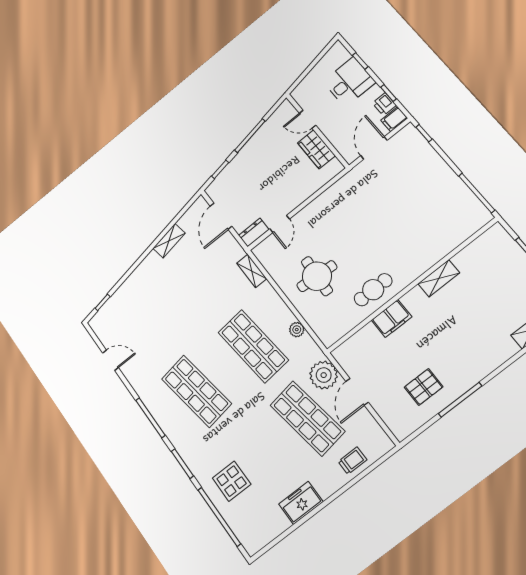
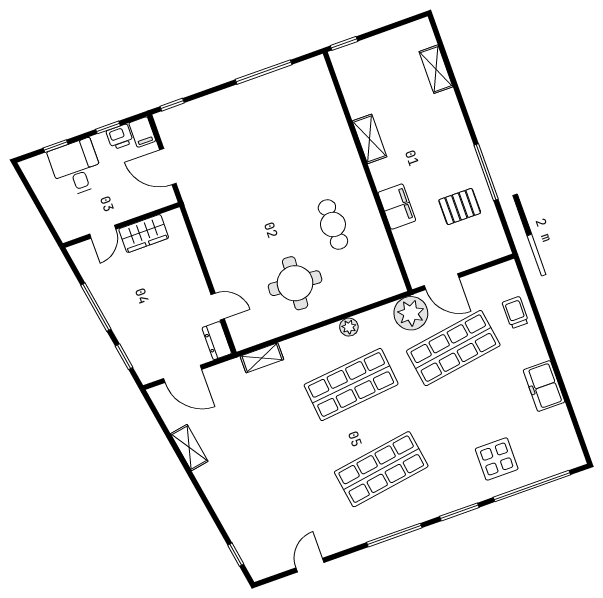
shelving: (439, 278) -> (370, 139), moved
wall: (412, 286) -> (368, 172), moved
filing cabinet: (392, 319) -> (397, 207), moved
pallet: (424, 387) -> (460, 206), turned 90

